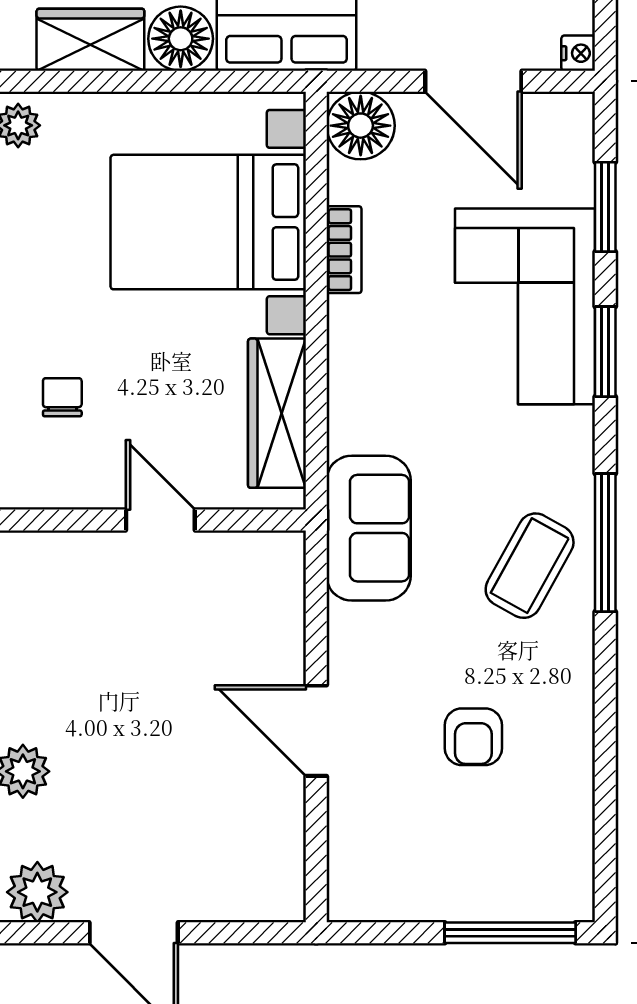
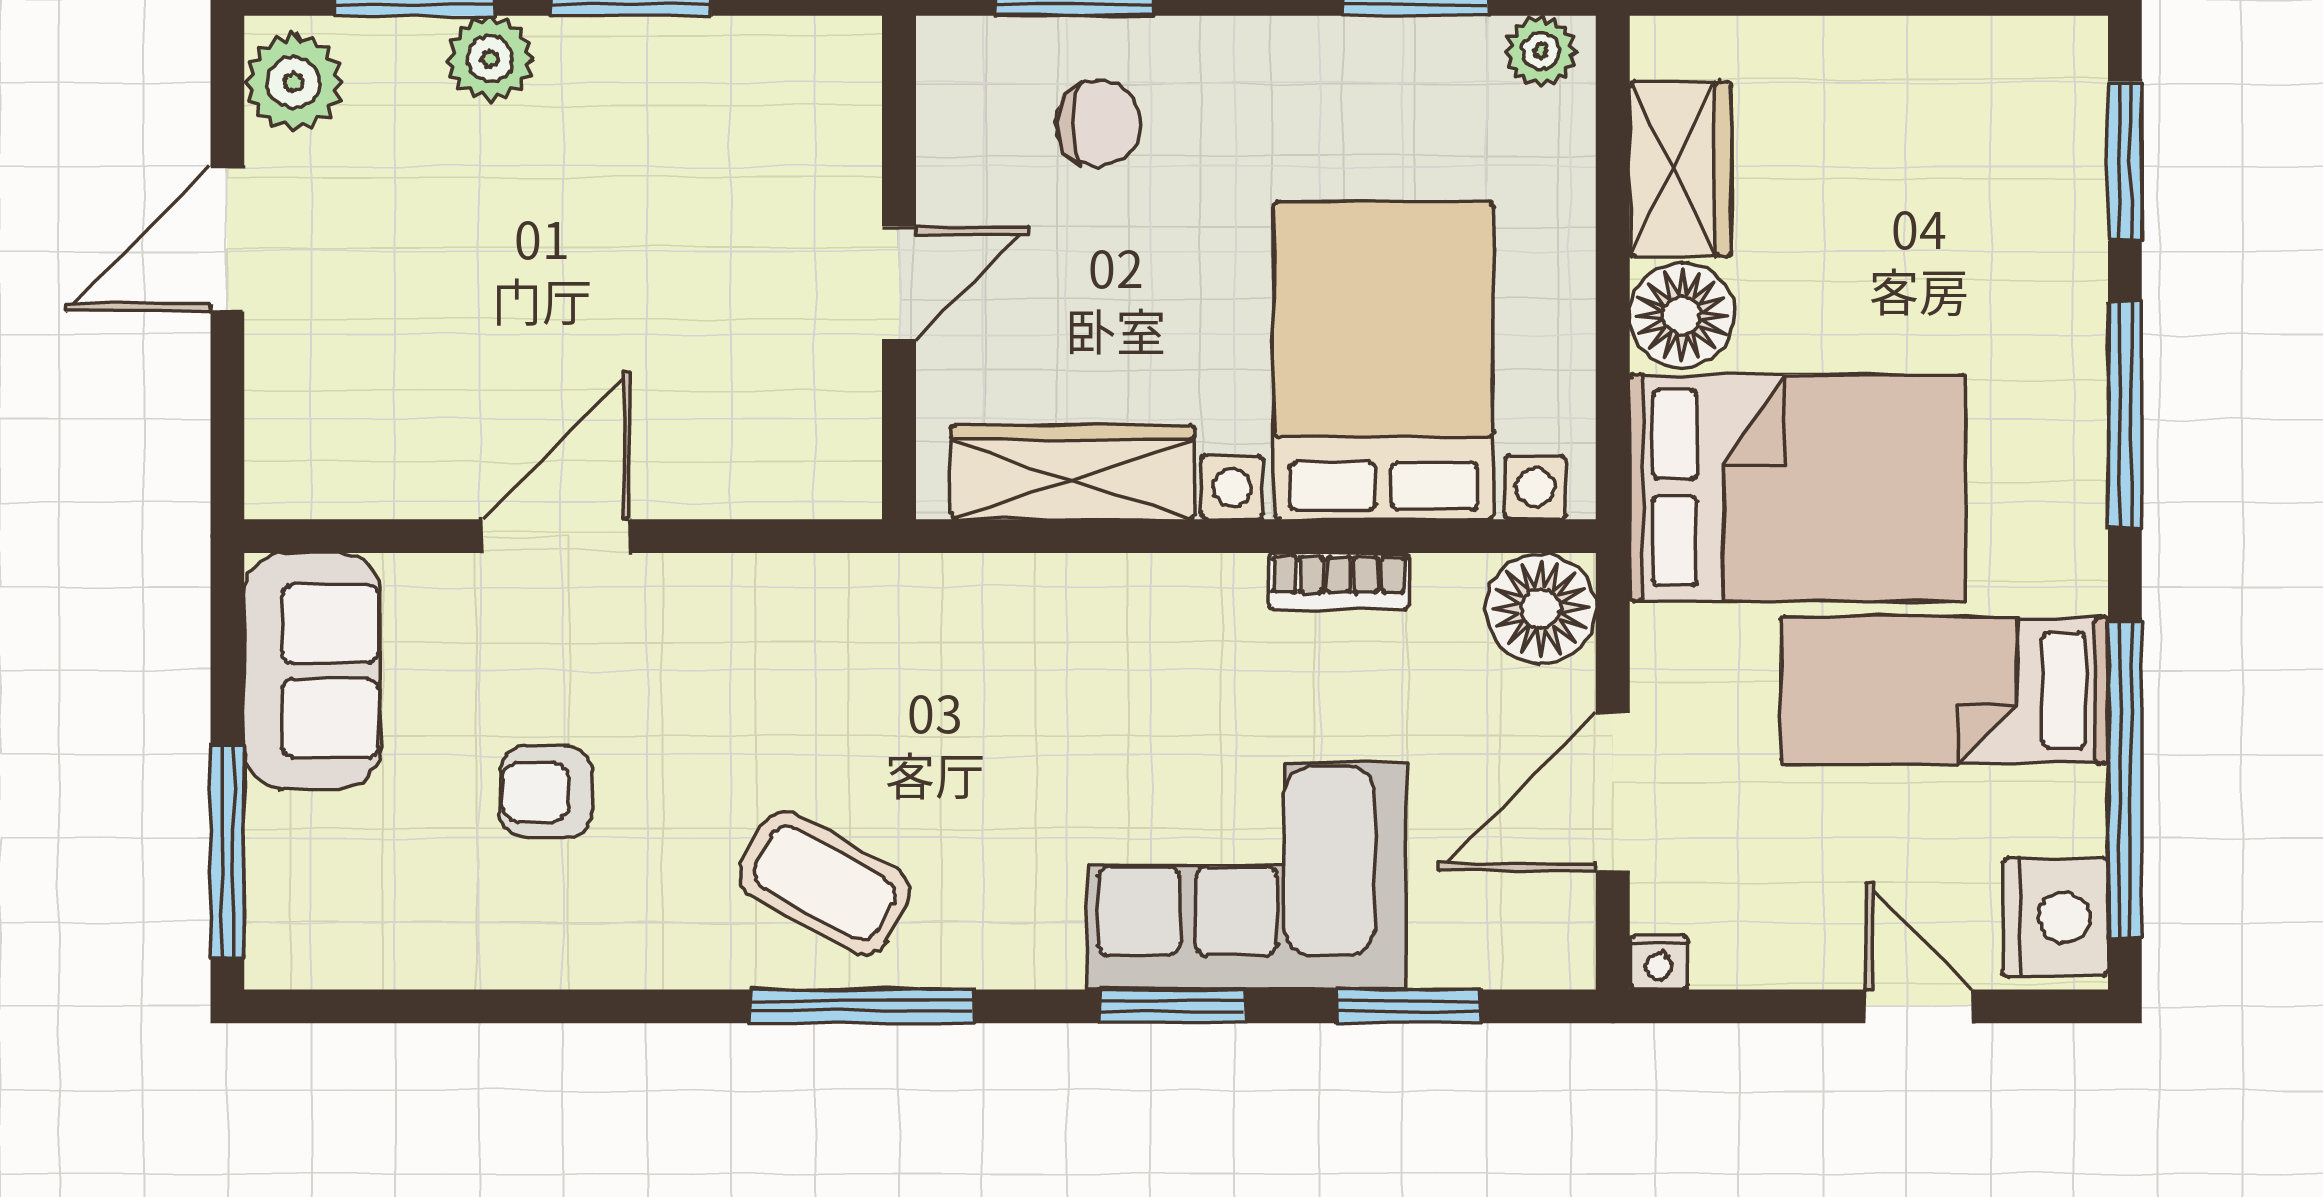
chair: (62, 397) -> (1099, 123), width x1.37, depth x1.37
sofa: (369, 528) -> (312, 671), moved, turned -90

